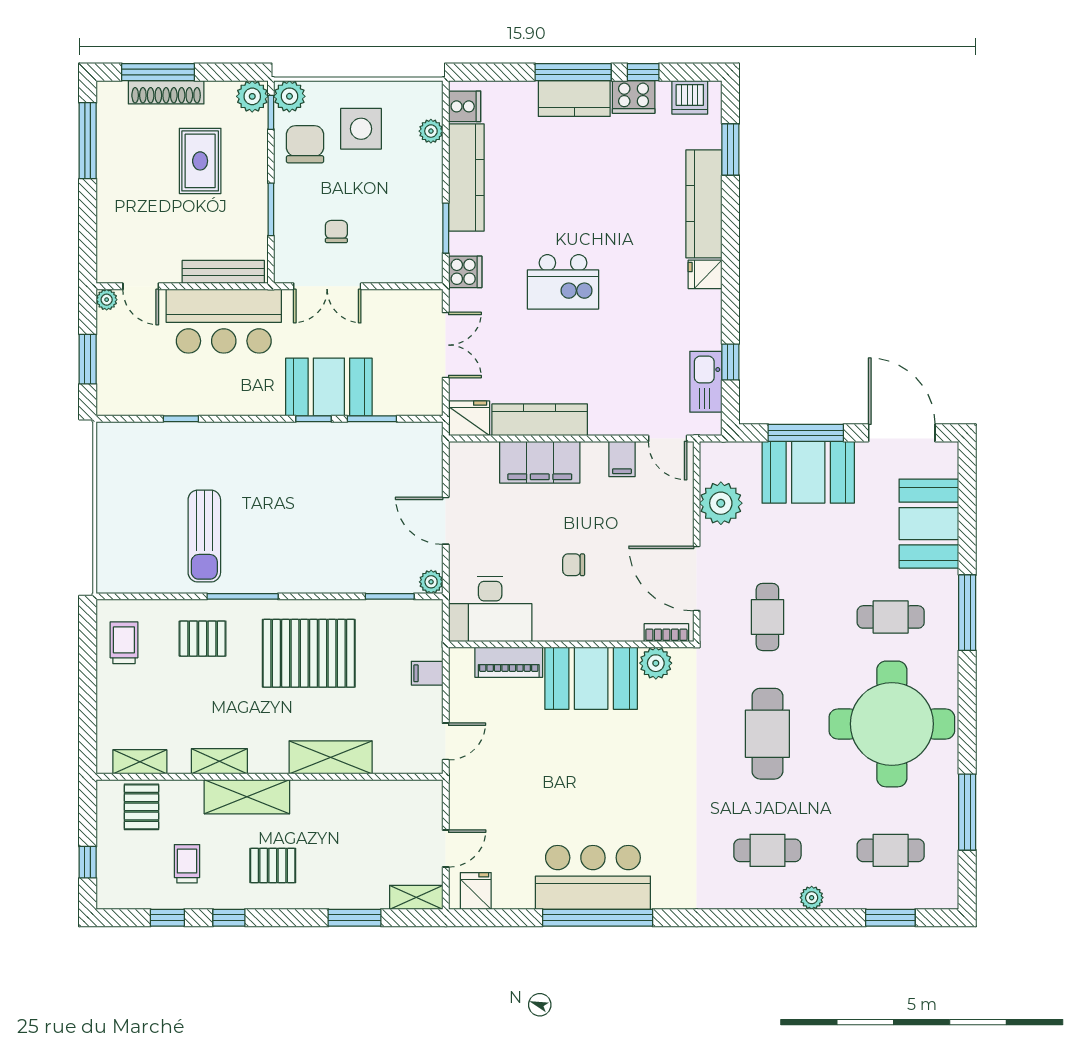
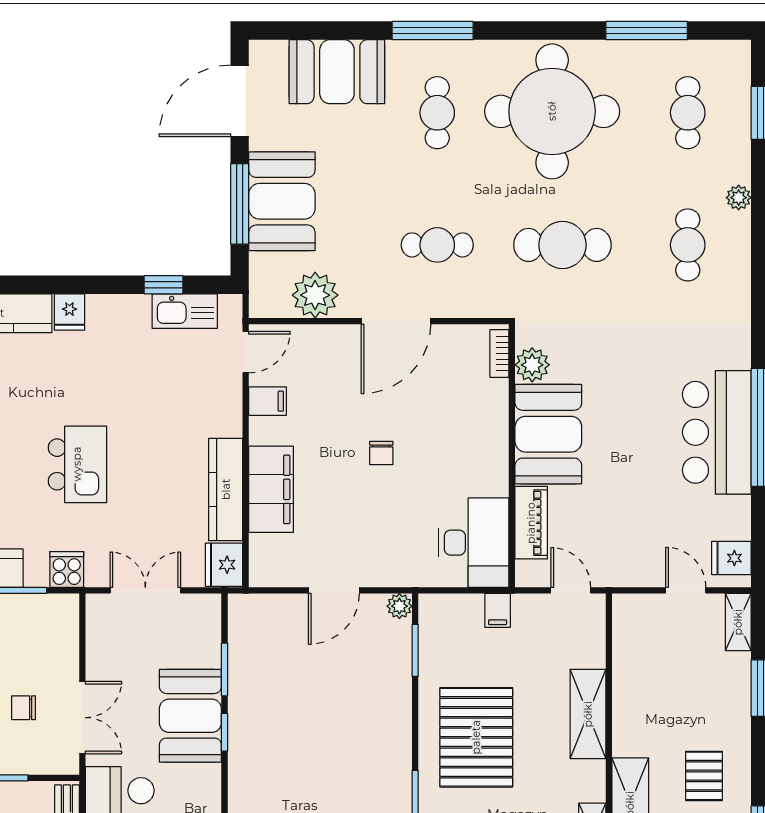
desk: (490, 609) -> (474, 543), moved
bookcase: (666, 633) -> (499, 353), moved
wall: (571, 644) -> (512, 456), moved
piano: (509, 662) -> (531, 523), moved
plant: (656, 663) -> (532, 365), moved
booth: (591, 678) -> (548, 434), moved

